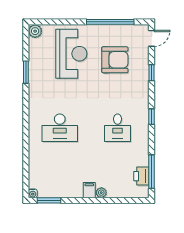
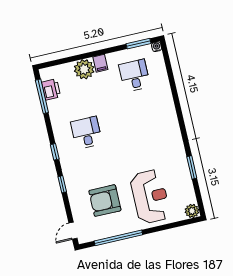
reception desk: (71, 54) -> (150, 197), turned 180
window: (152, 73) -> (62, 184), moved
desk: (60, 128) -> (135, 76), moved, width x0.73
plant: (101, 193) -> (84, 69), width x1.88, depth x1.88

